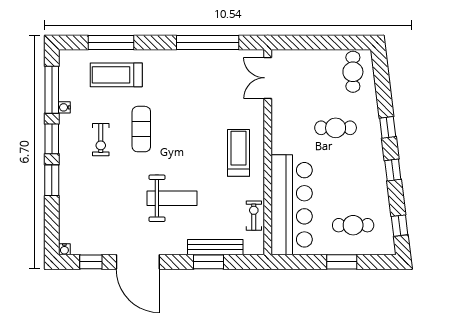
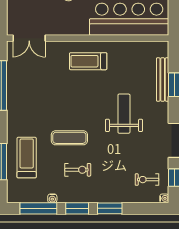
treadmill: (116, 75) -> (27, 158), turned 180
exercise bike: (254, 216) -> (147, 180), moved

